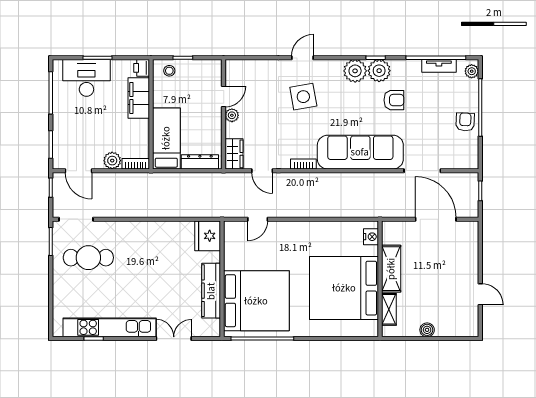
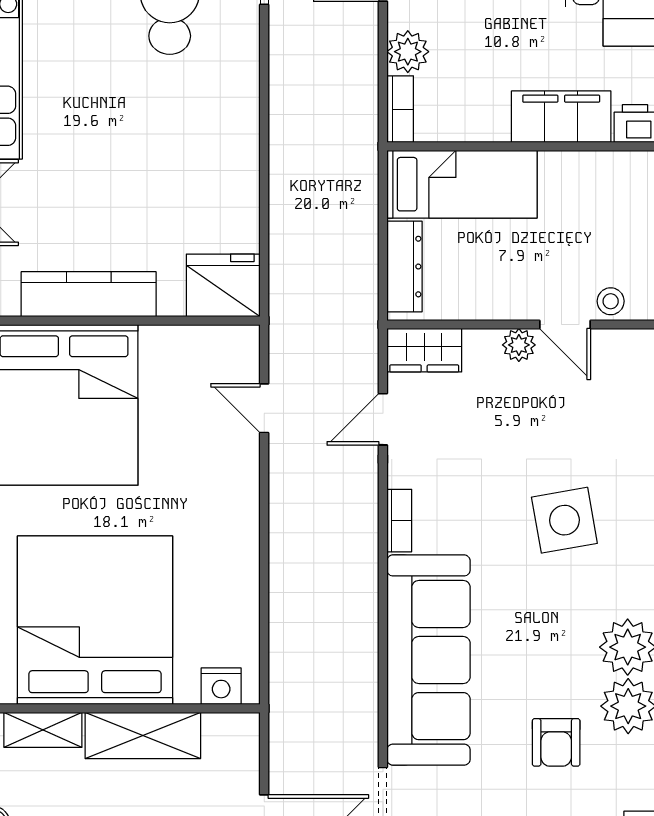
stool: (169, 71) -> (611, 301), moved

